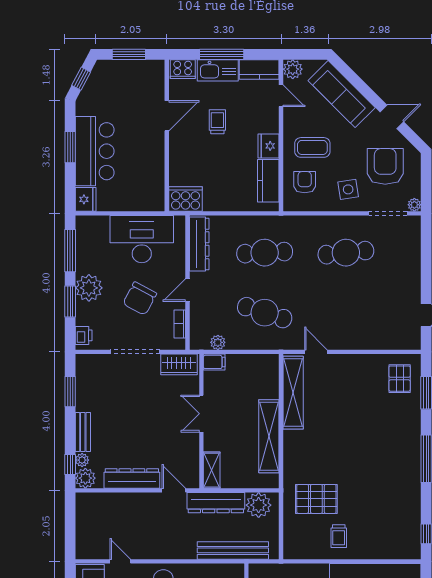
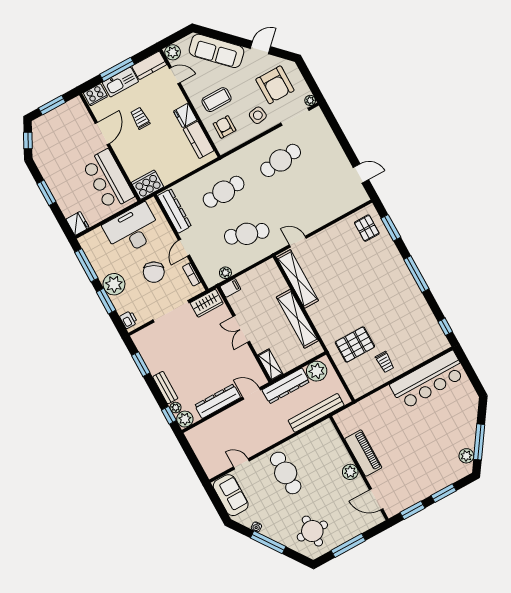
bar counter: (95, 151) -> (108, 180), moved, turned 180
armchair: (385, 166) -> (275, 85), turned 180

